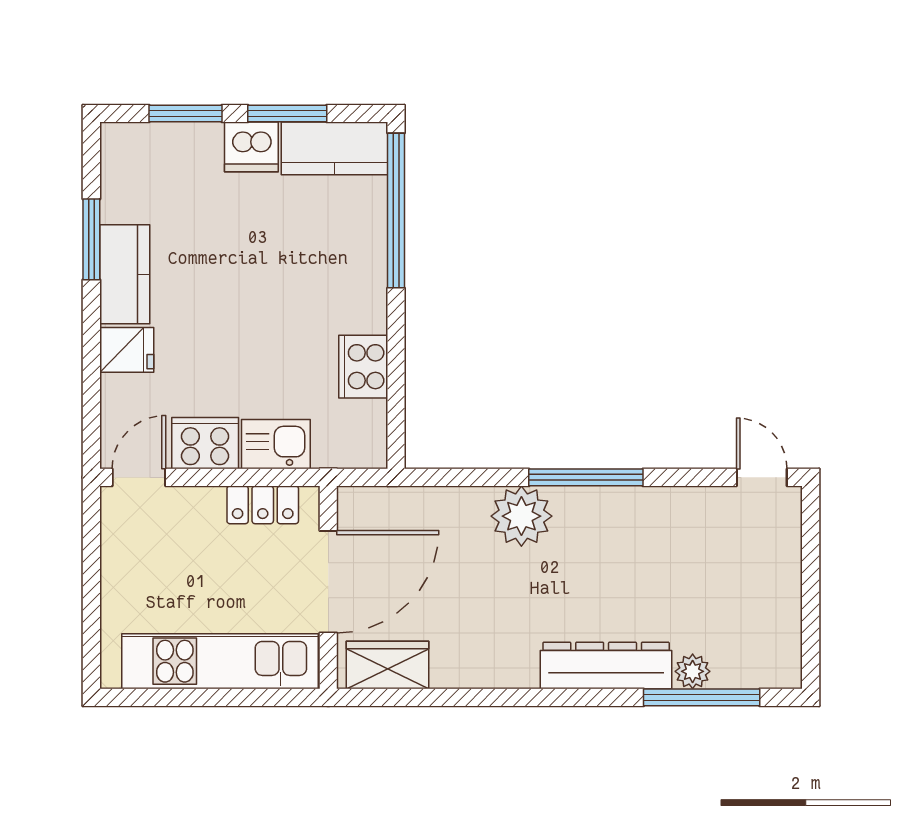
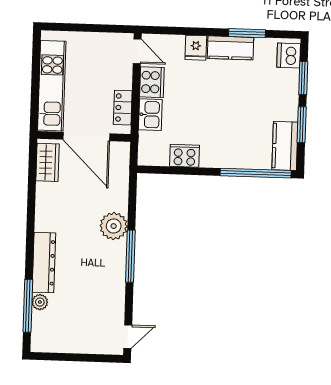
dishwasher: (251, 147) -> (289, 56), moved

